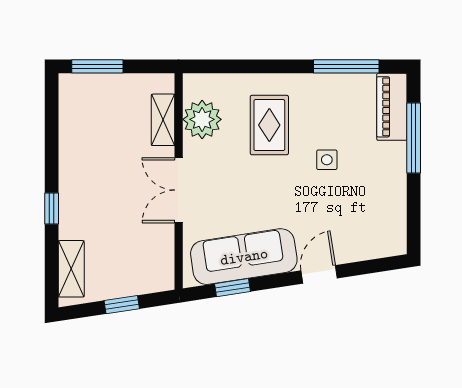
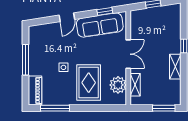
rug: (269, 125) -> (89, 83), width x1.36, depth x1.43
window: (414, 138) -> (26, 60), moved
shelving: (71, 269) -> (175, 67), moved

